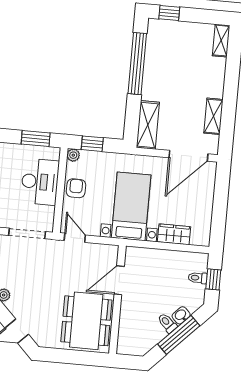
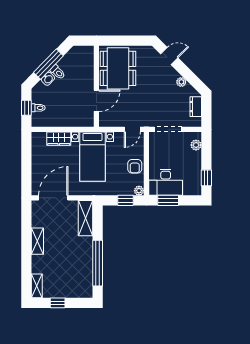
window: (169, 13) -> (58, 303), moved
shelving: (213, 116) -> (37, 241), moved
desk: (40, 182) -> (166, 182), moved, turned -90
door: (75, 238) -> (132, 129), hinge flipped

